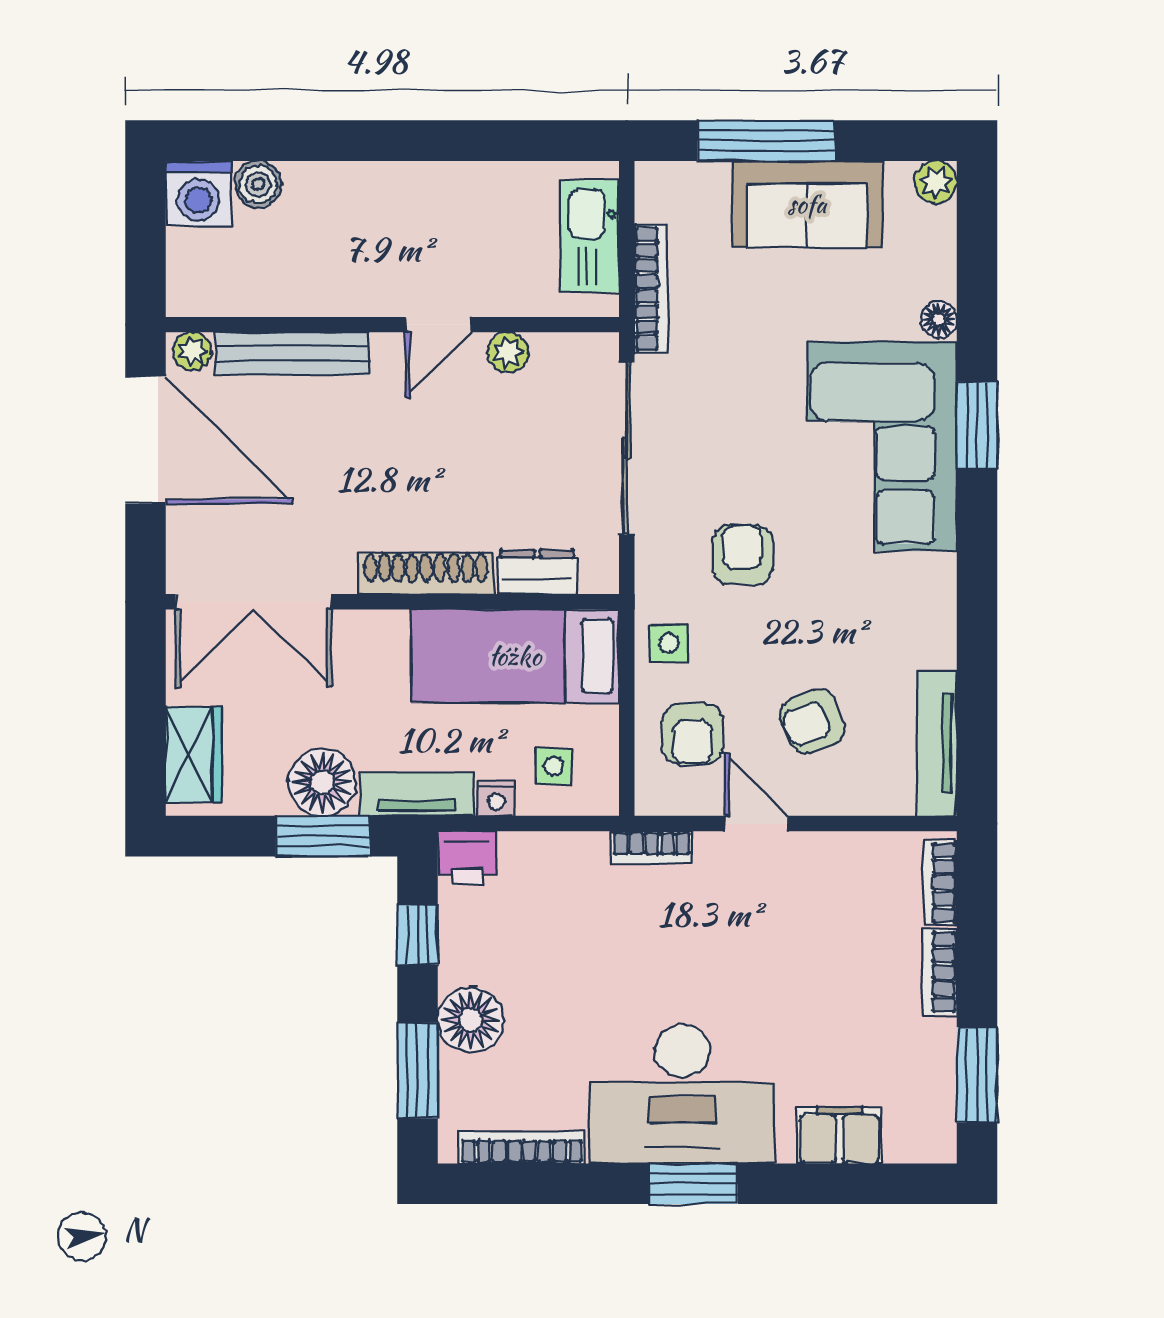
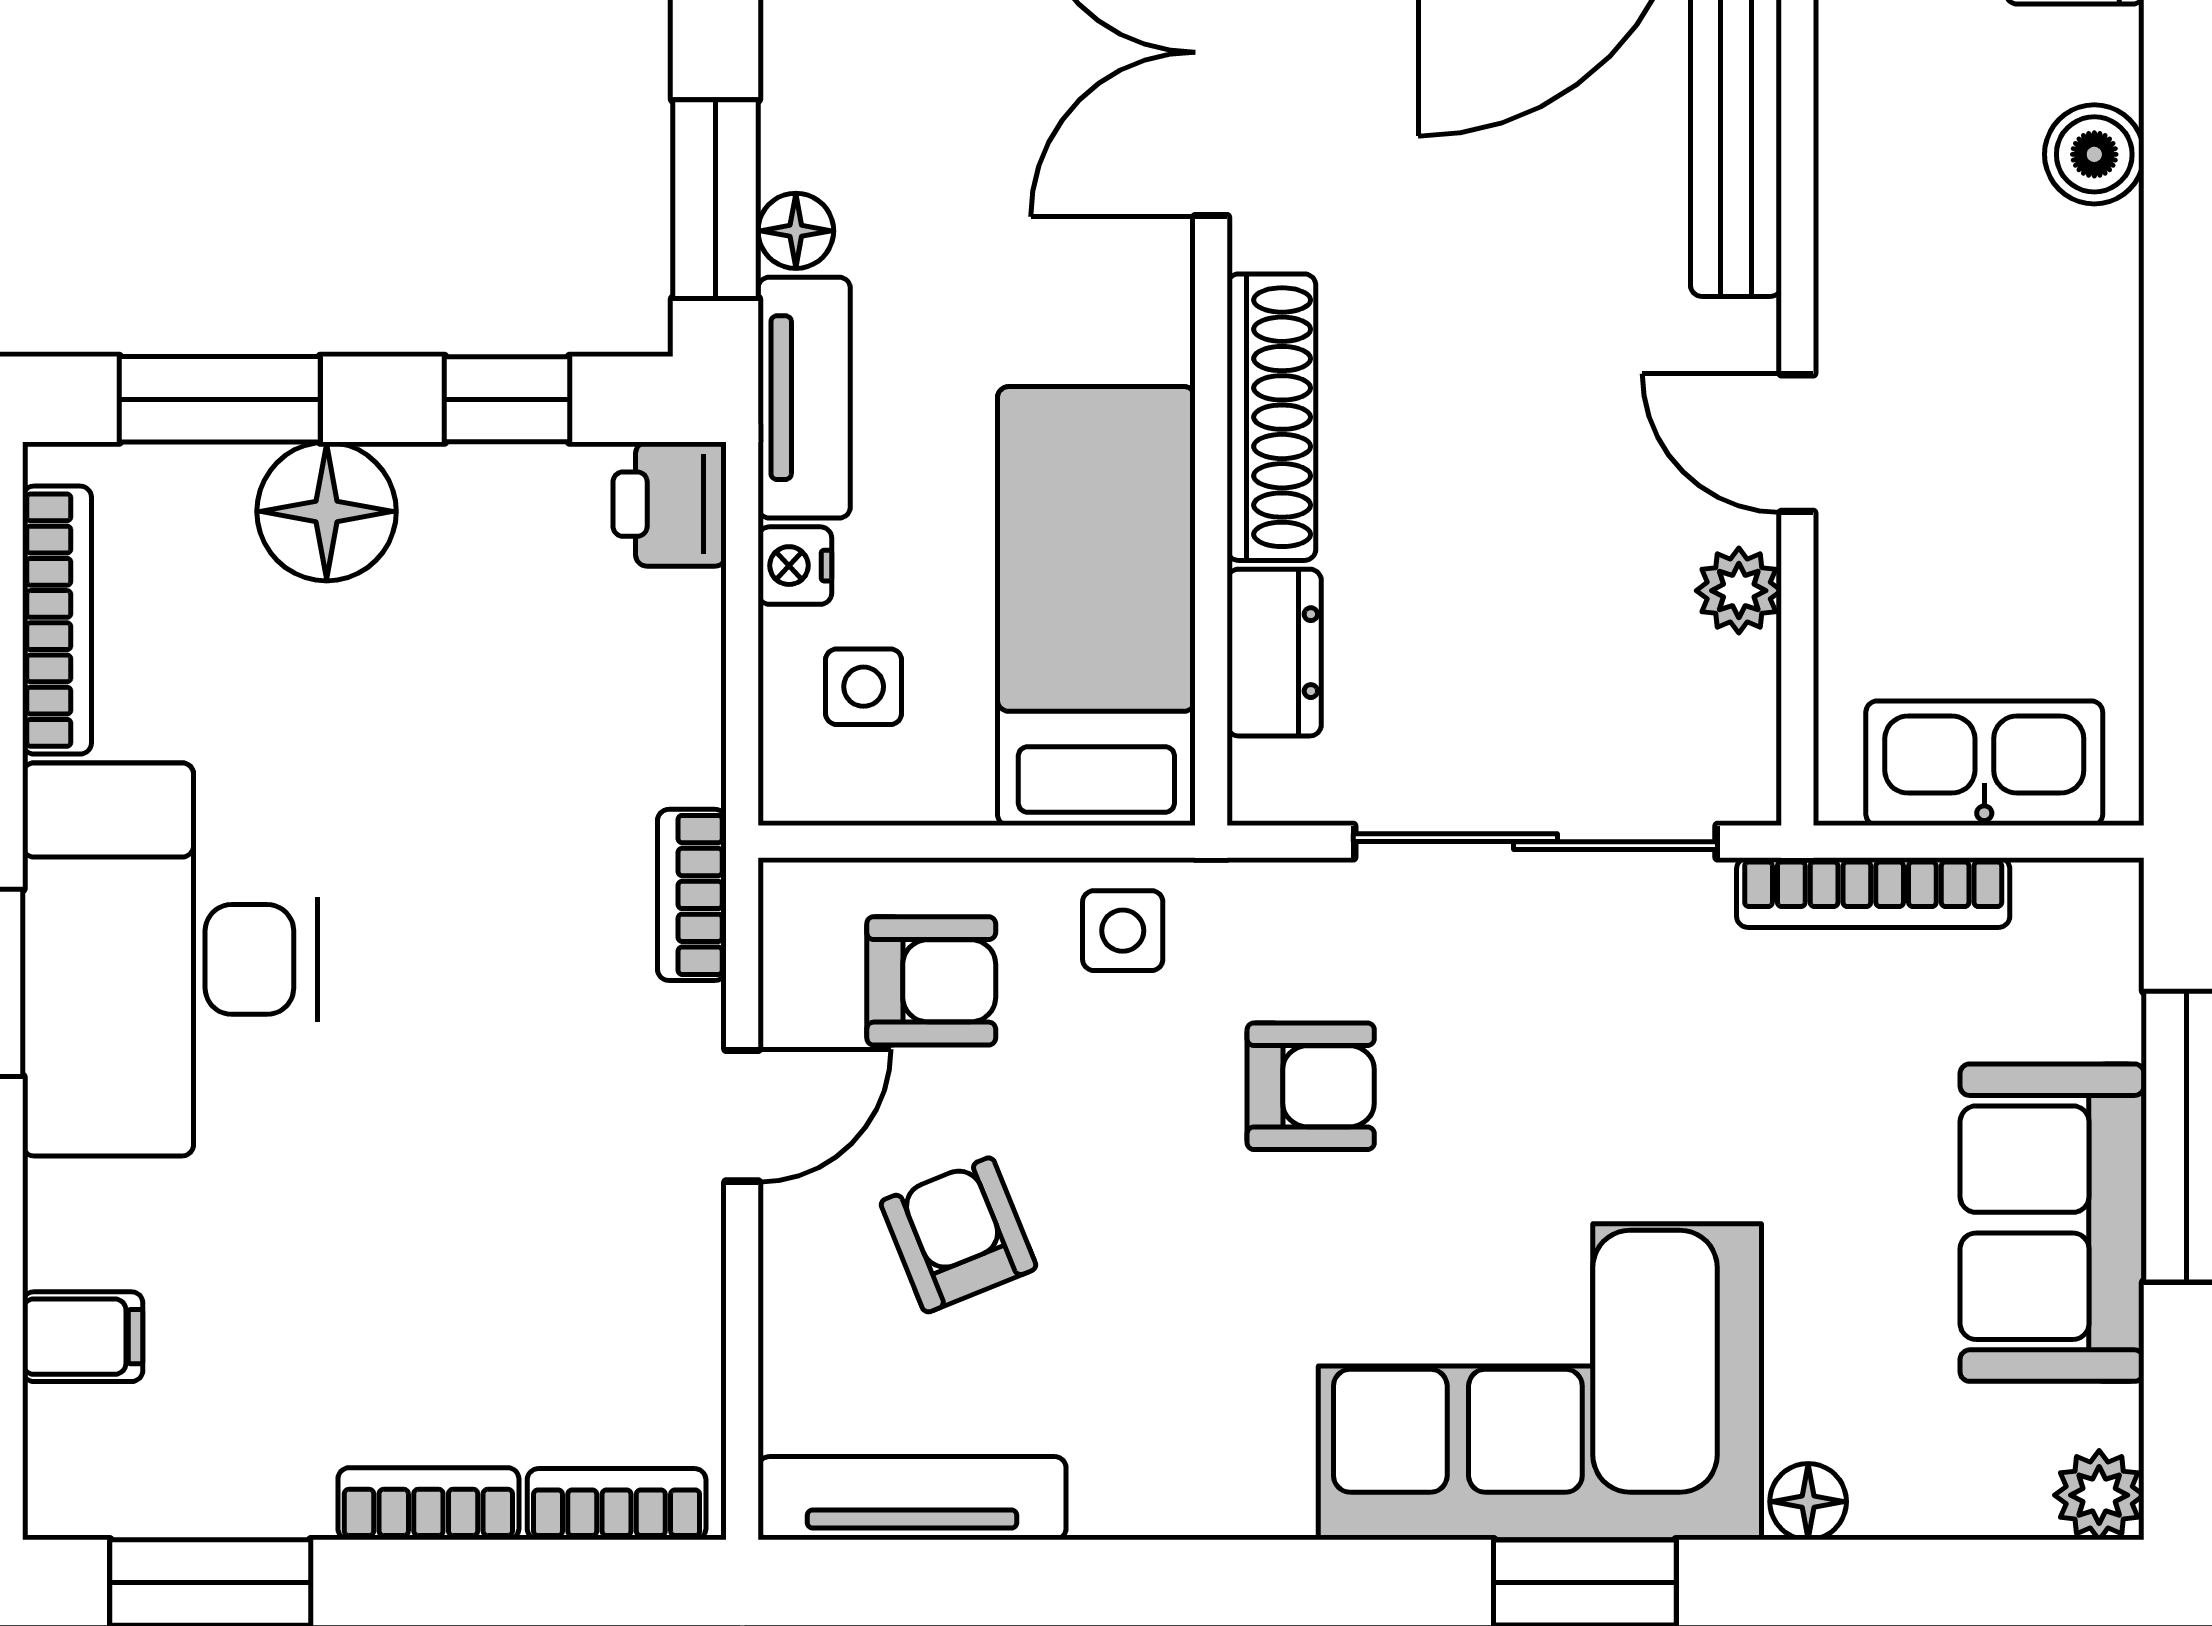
boiler: (258, 184) -> (2094, 154), moved
armchair: (692, 734) -> (931, 981), turned 180
floor lamp: (322, 782) -> (796, 231), width x0.53, depth x0.53
filing cabinet: (839, 1135) -> (83, 1337), width x0.50

